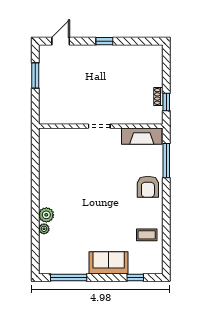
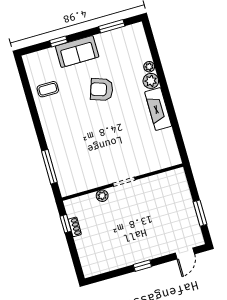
plant: (124, 119) -> (102, 196), added
fireplace: (142, 136) -> (158, 109), moved, turned -90
armchair: (148, 187) -> (102, 89), moved, turned -71
window: (69, 278) -> (112, 26), width x0.69
window: (135, 278) -> (59, 41), moved

